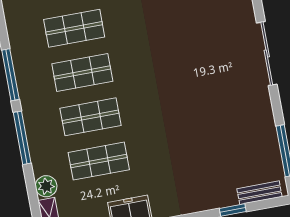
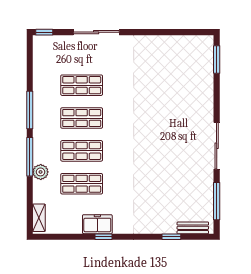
sliding door: (267, 54) -> (217, 146), moved
plant: (46, 186) -> (41, 172), moved

